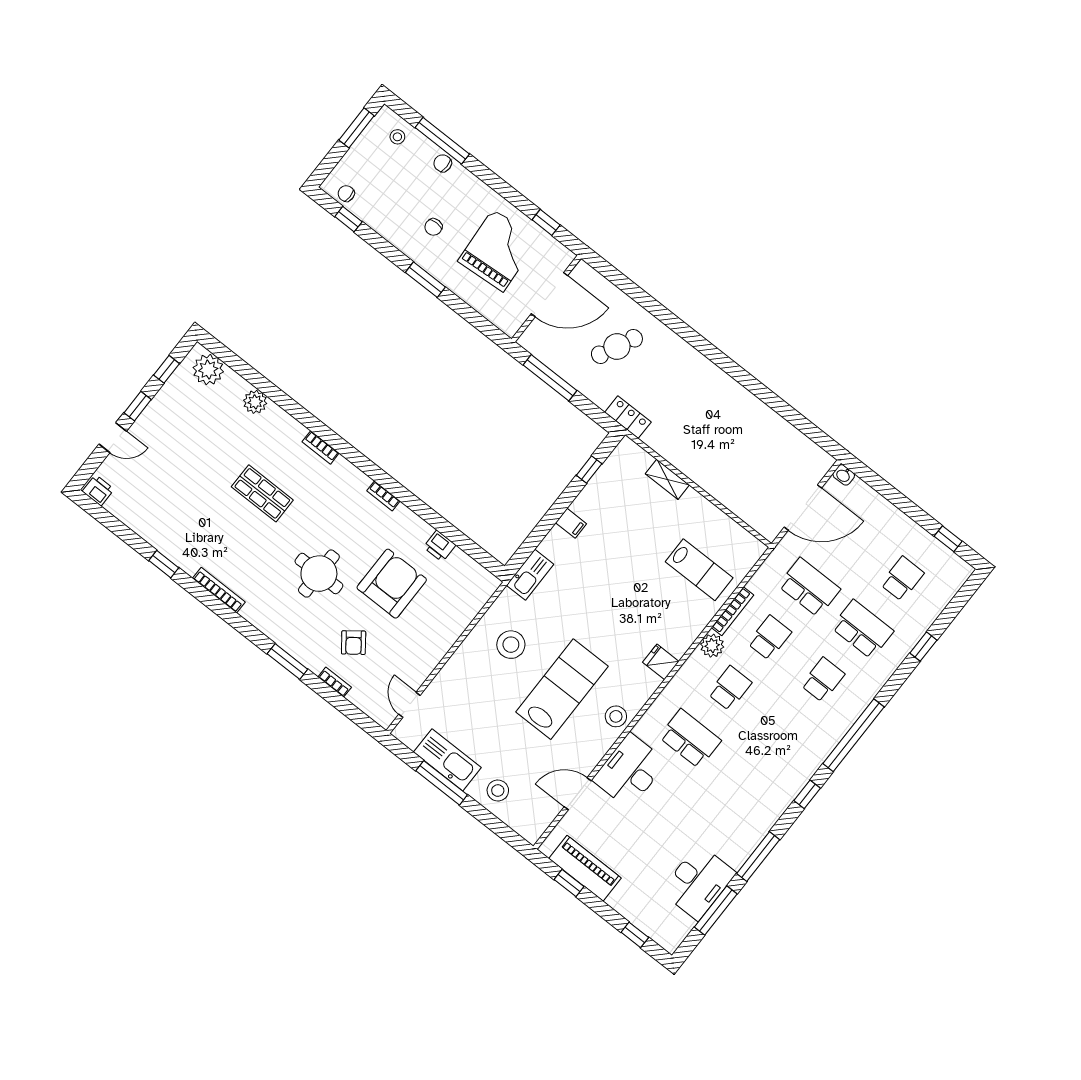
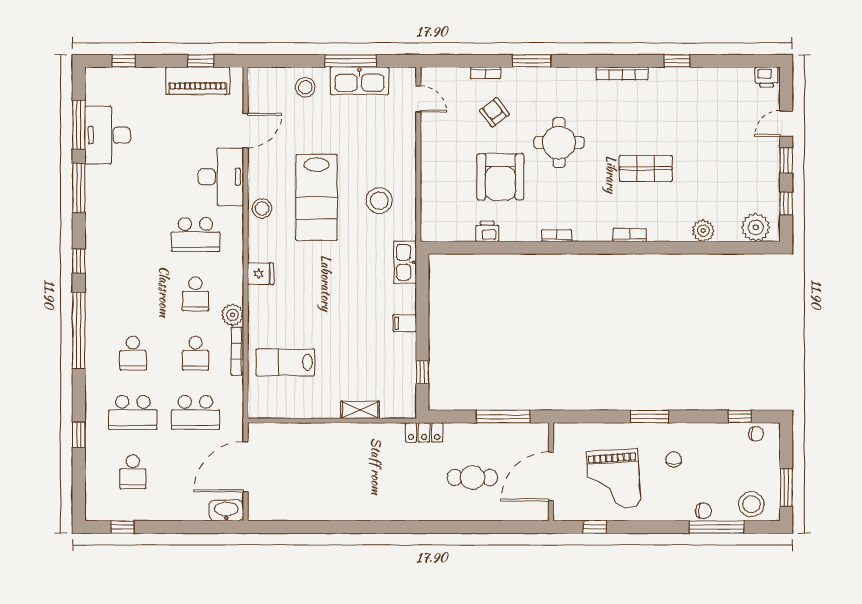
stool: (397, 137) -> (751, 504), width x1.89, depth x1.89
cafe table: (617, 346) -> (472, 477), turned 64
washbasin: (844, 475) -> (226, 510), width x1.91, depth x1.45

